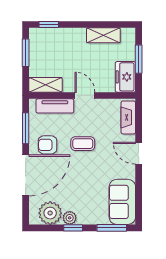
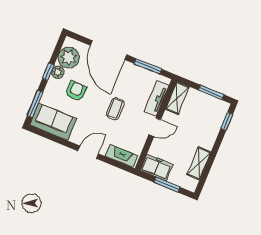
armchair: (48, 145) -> (76, 91), moved

